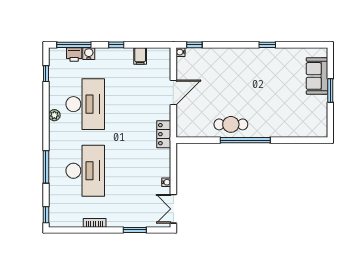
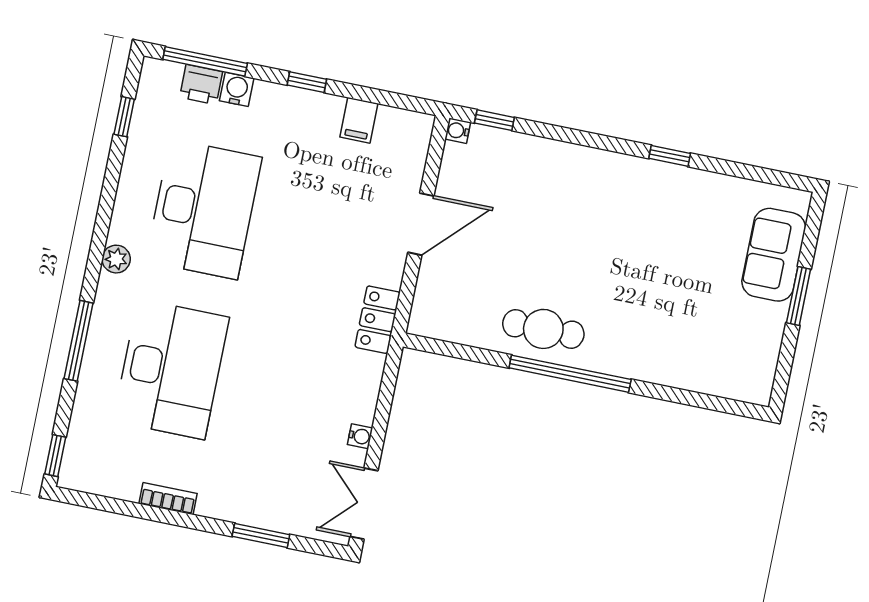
plant: (54, 115) -> (116, 259), moved

